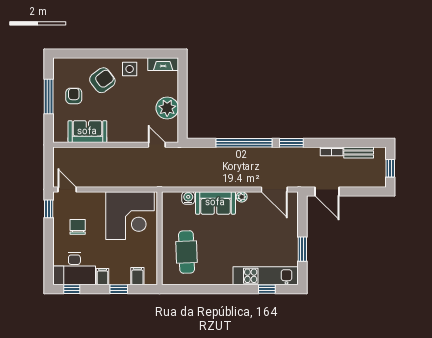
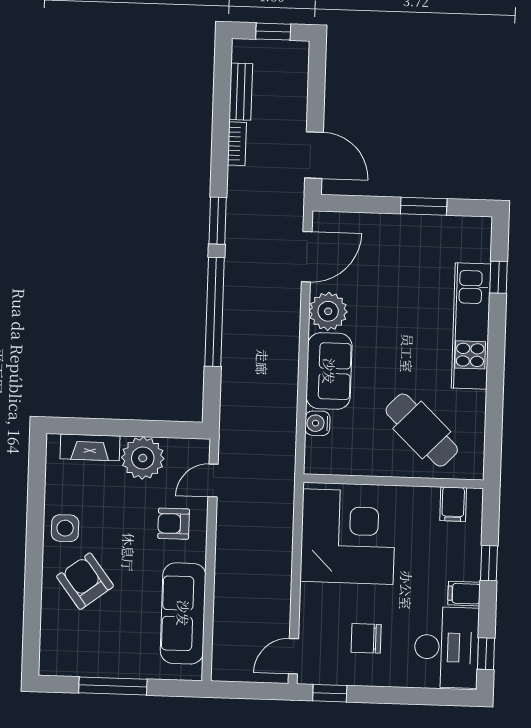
fireplace: (163, 64) -> (90, 447), moved, turned 90
armchair: (74, 96) -> (174, 524), moved
sofa: (87, 132) -> (183, 613), width x1.36
door: (327, 192) -> (314, 155), hinge flipped
plant: (242, 197) -> (328, 311), width x1.88, depth x1.88
cafe table: (186, 252) -> (422, 430), turned 46
filing cabinet: (137, 276) -> (453, 504), moved, turned -90
kitchen unit: (266, 276) -> (471, 326), moved

